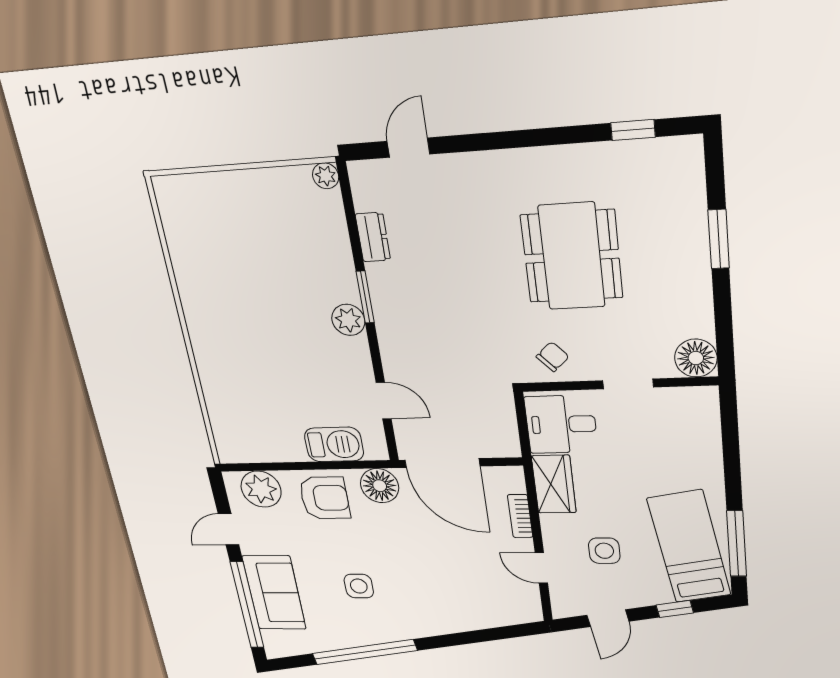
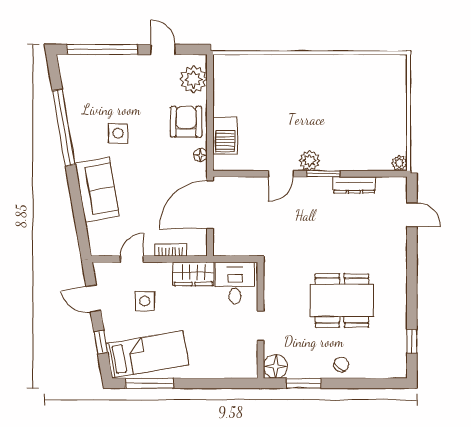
dresser: (373, 237) -> (354, 185), width x1.44
window: (719, 239) -> (304, 383), moved
chair: (553, 357) -> (341, 364), moved, turned -101
door: (384, 401) -> (281, 174), moved
floor lamp: (380, 486) -> (200, 155), width x0.53, depth x0.53
armchair: (324, 498) -> (186, 122), turned 180
sofa: (274, 593) -> (97, 190), moved, turned -100

